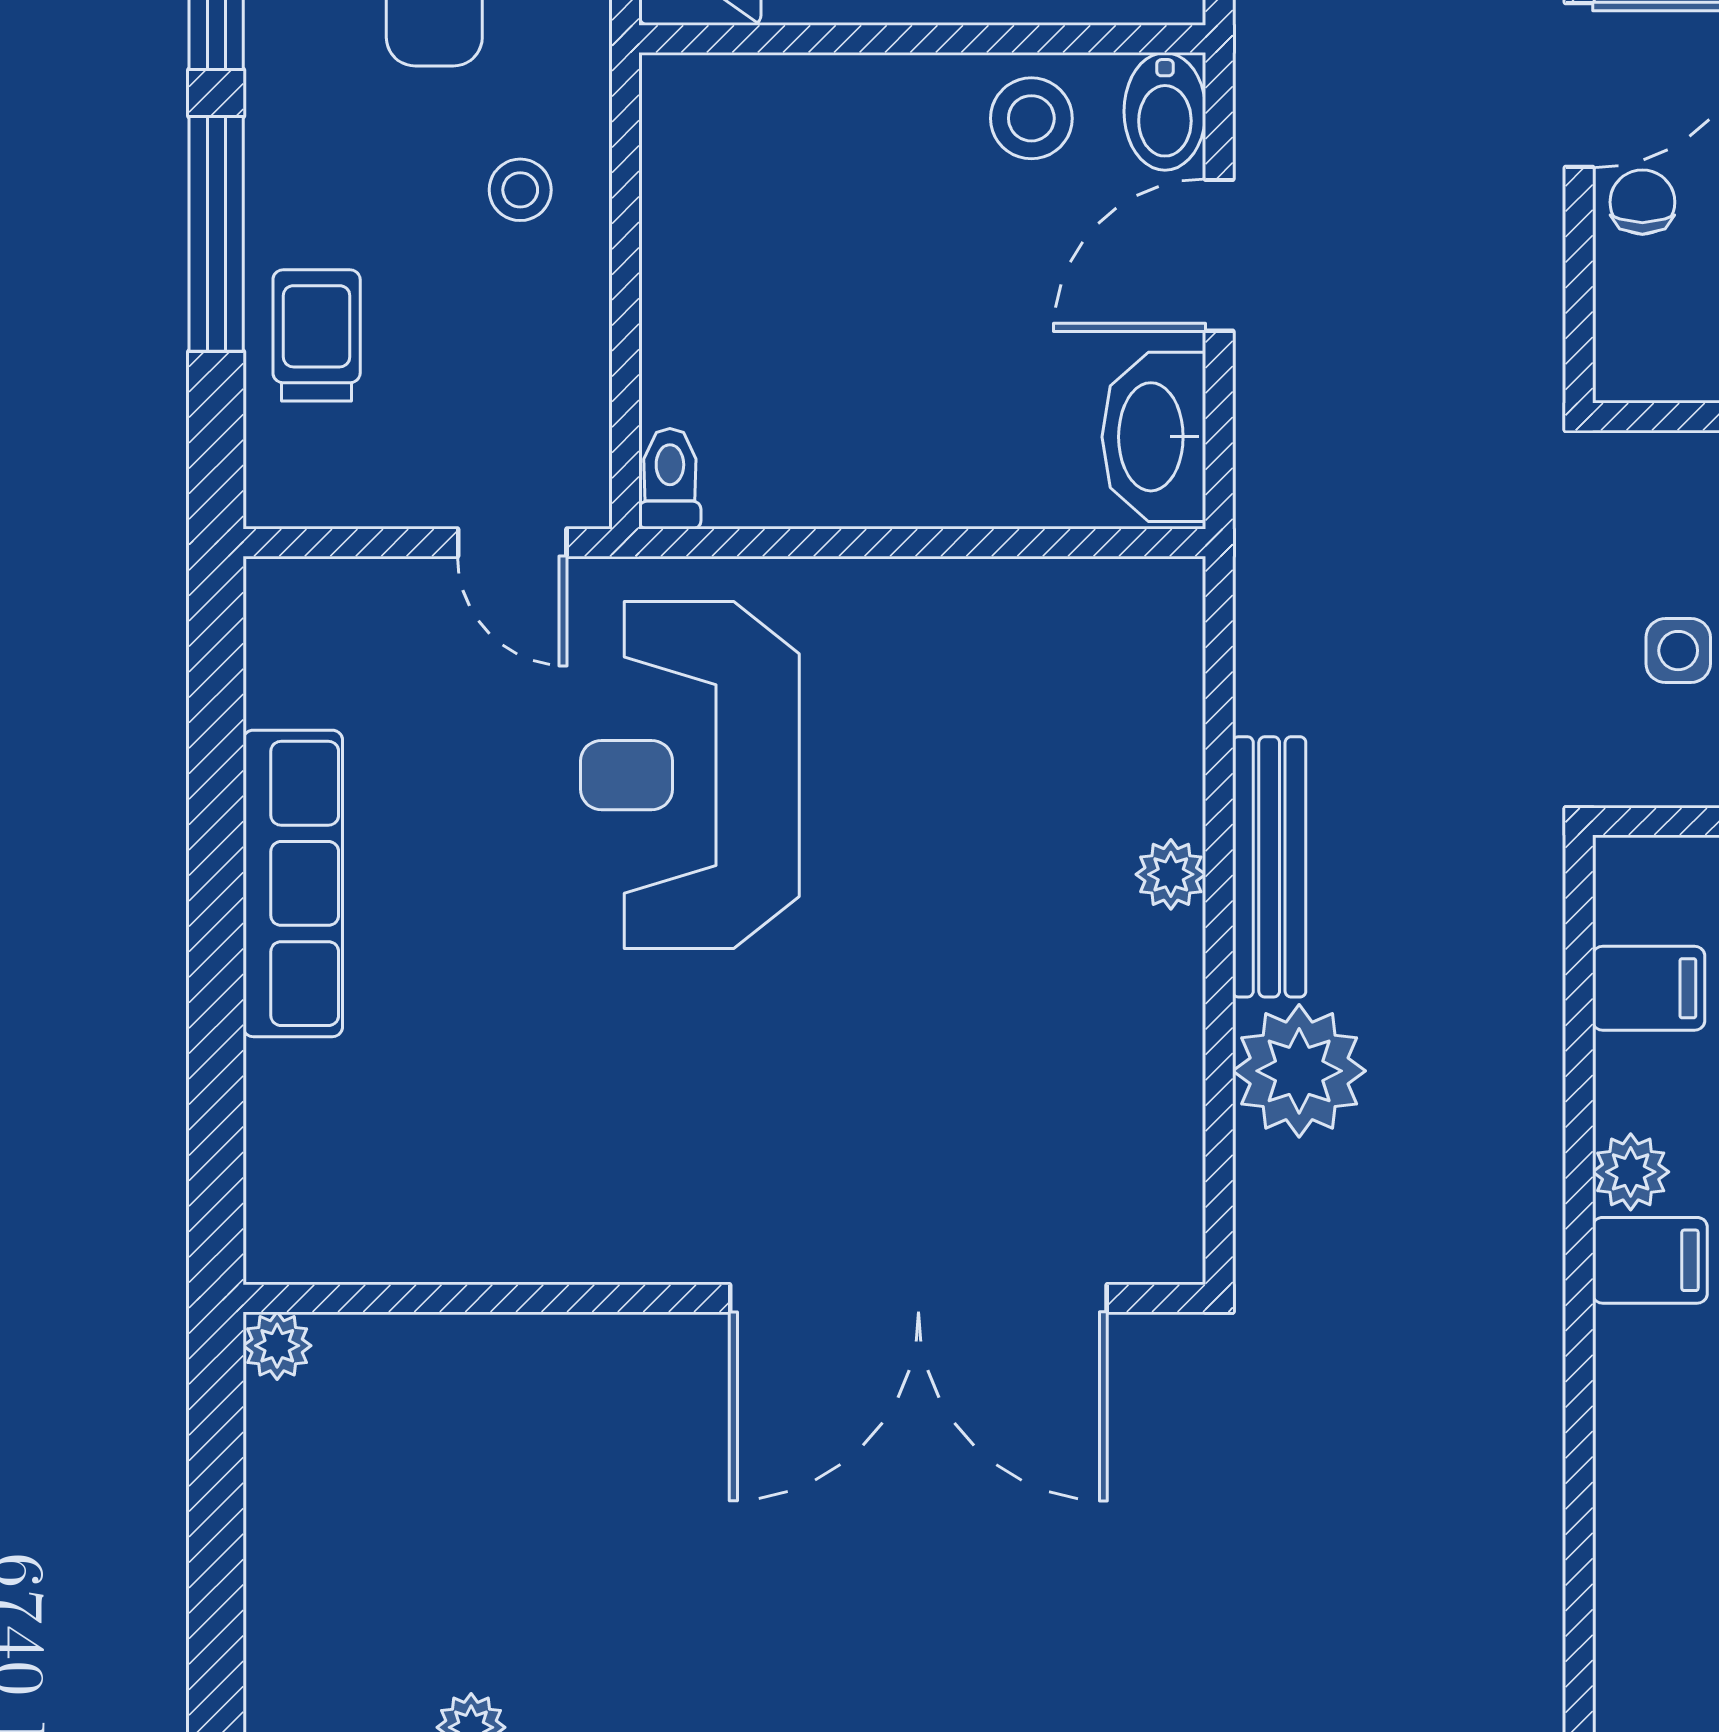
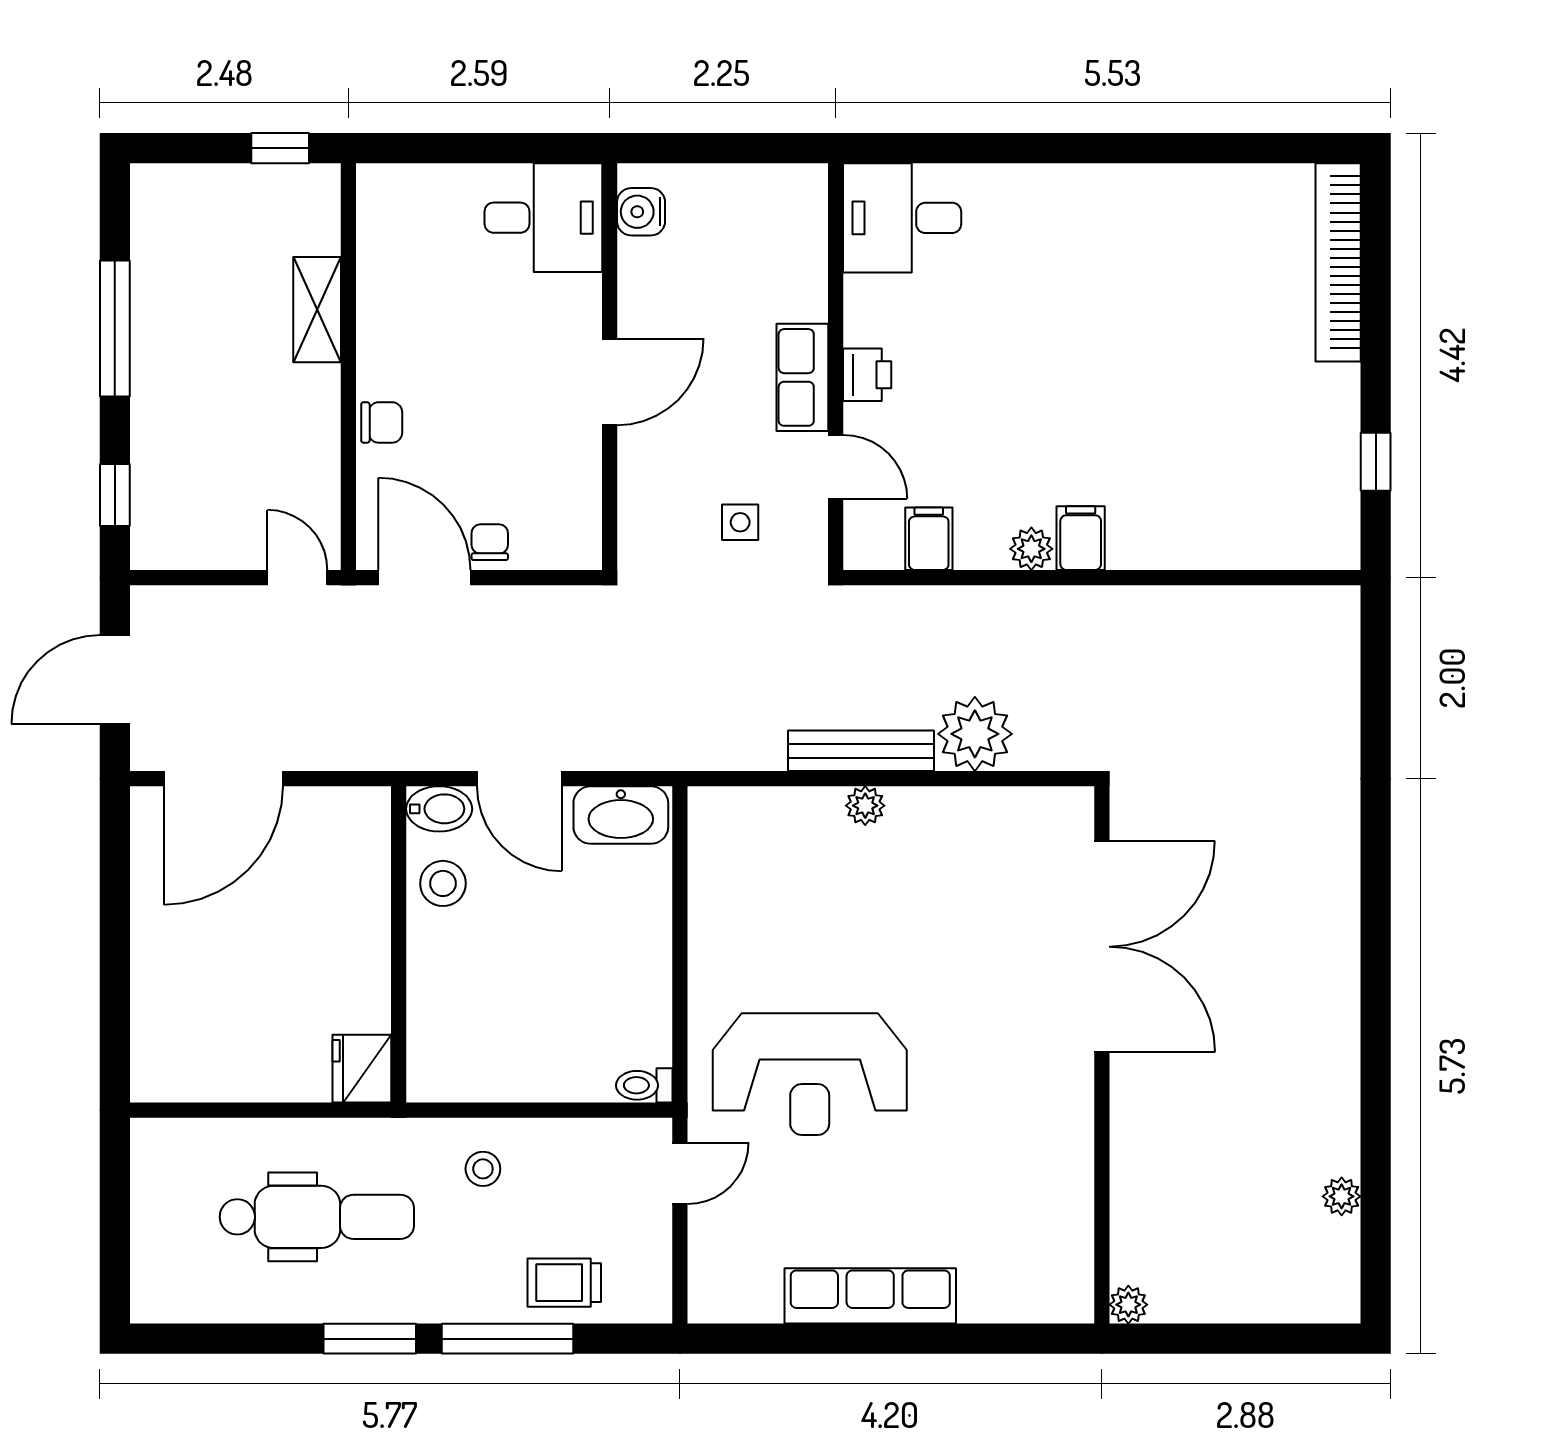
chair: (1642, 202) -> (490, 542), turned 90

